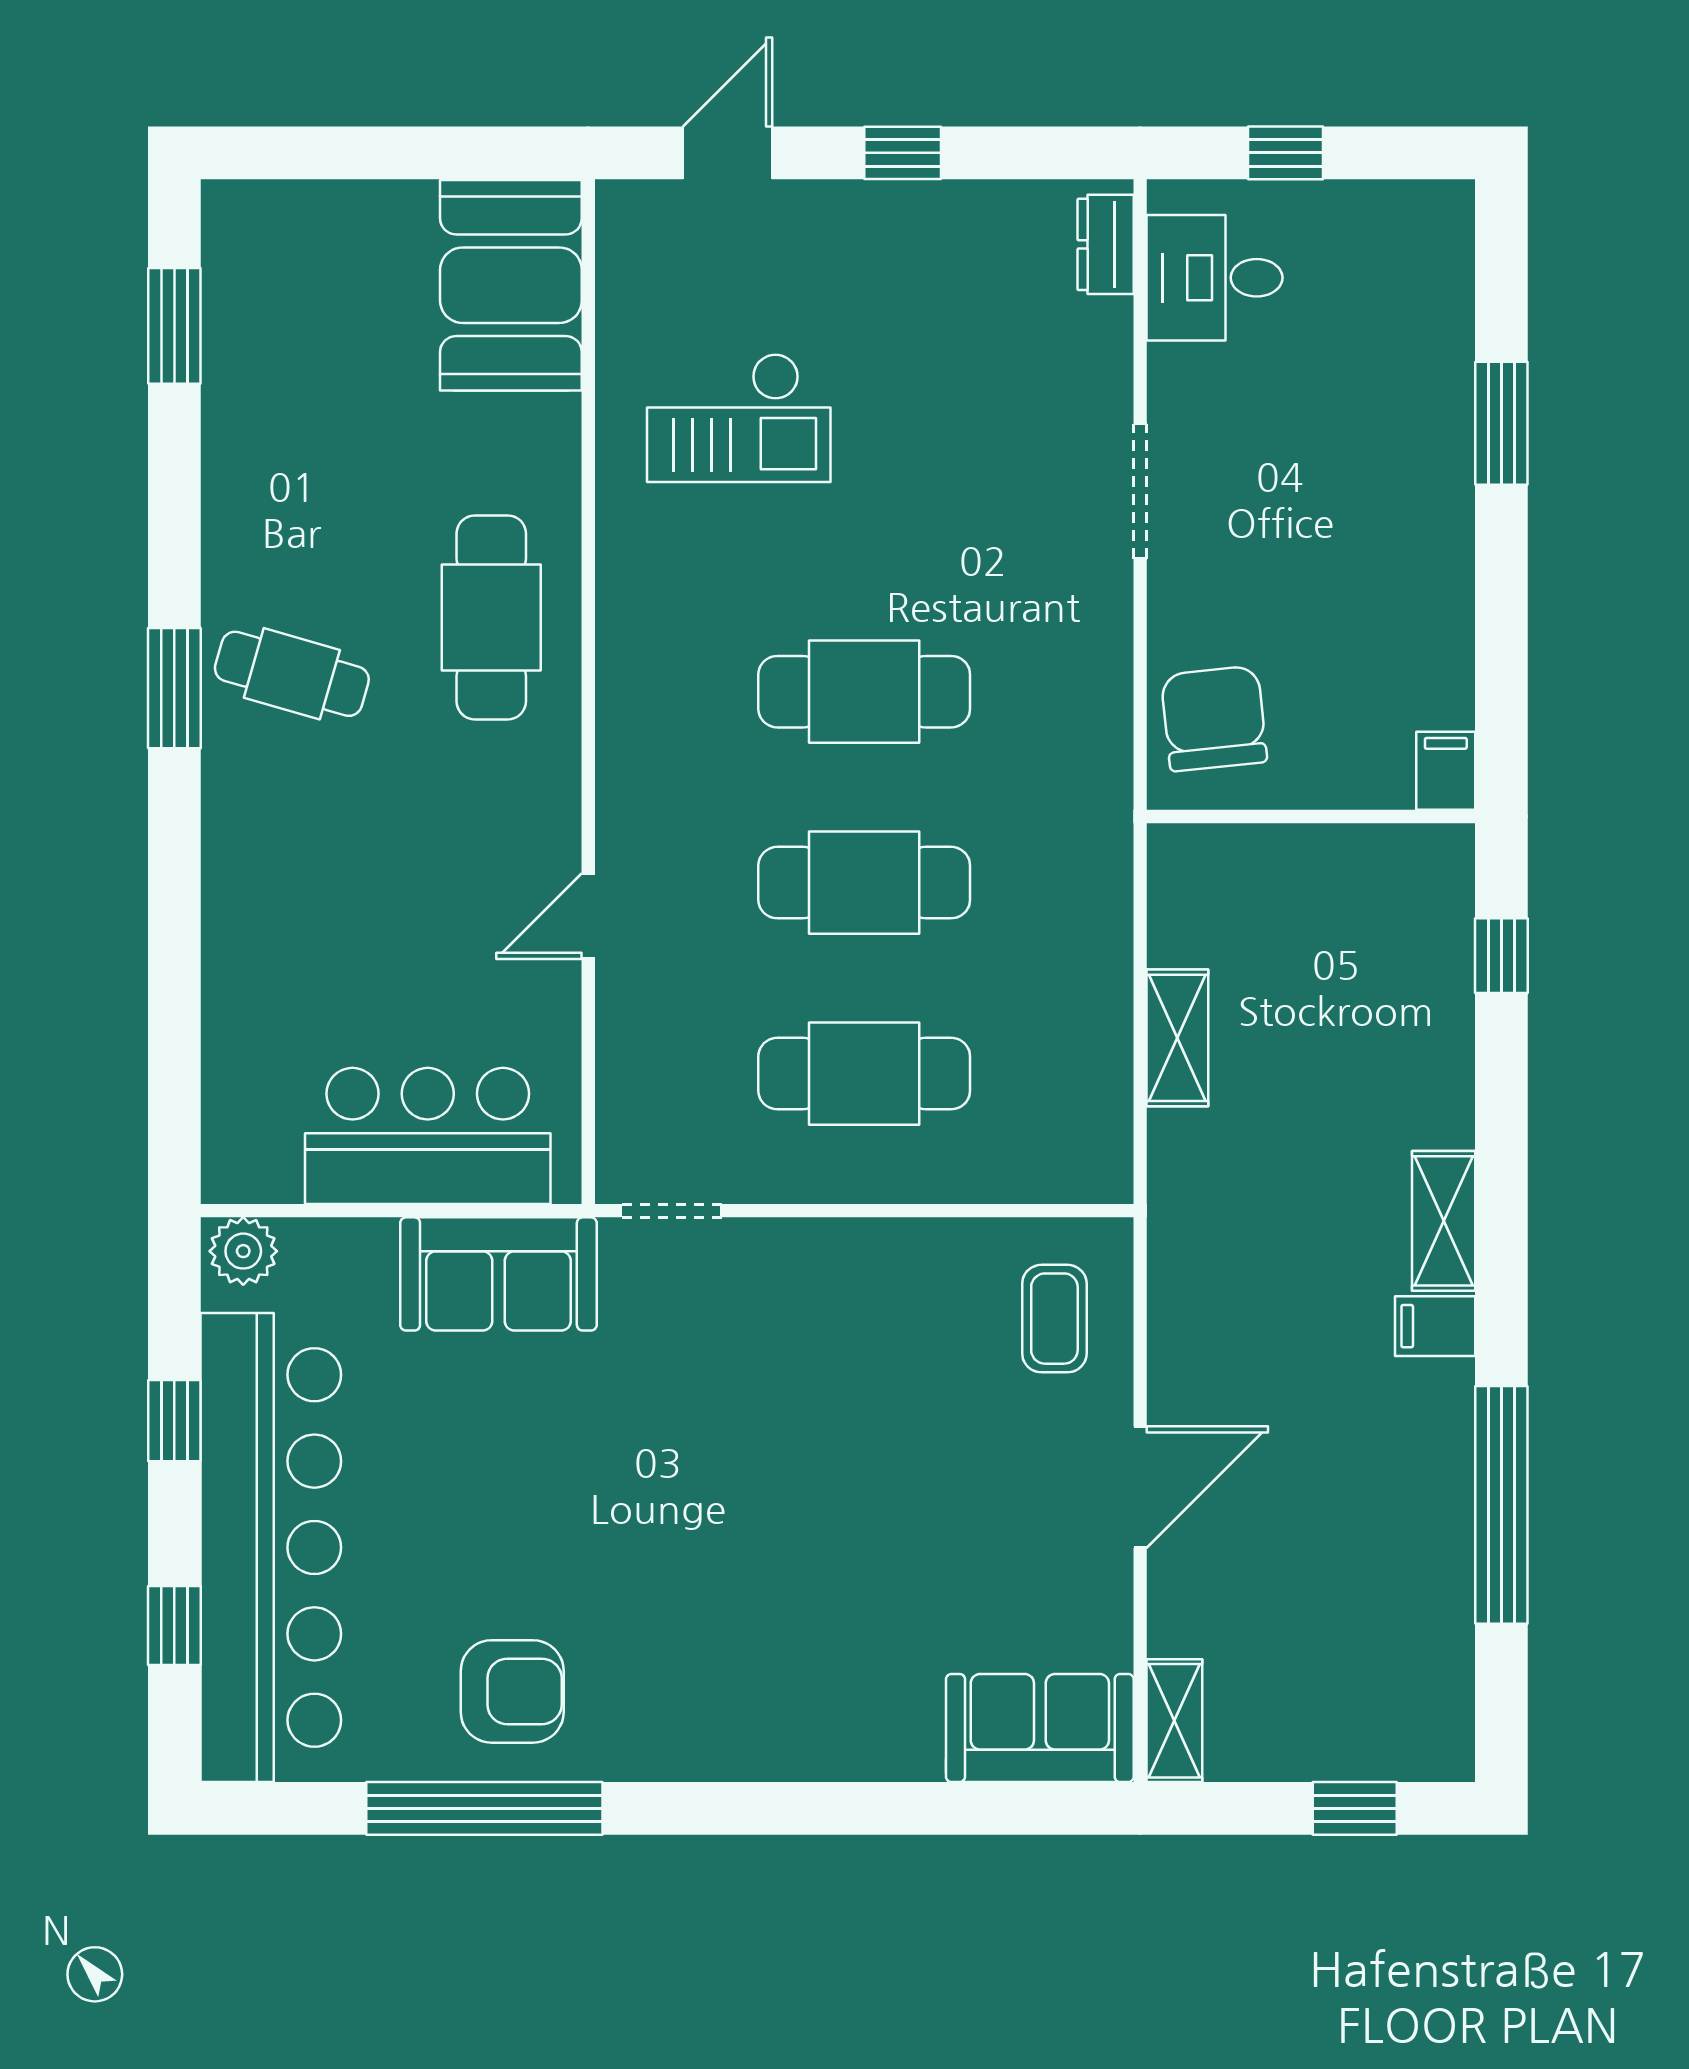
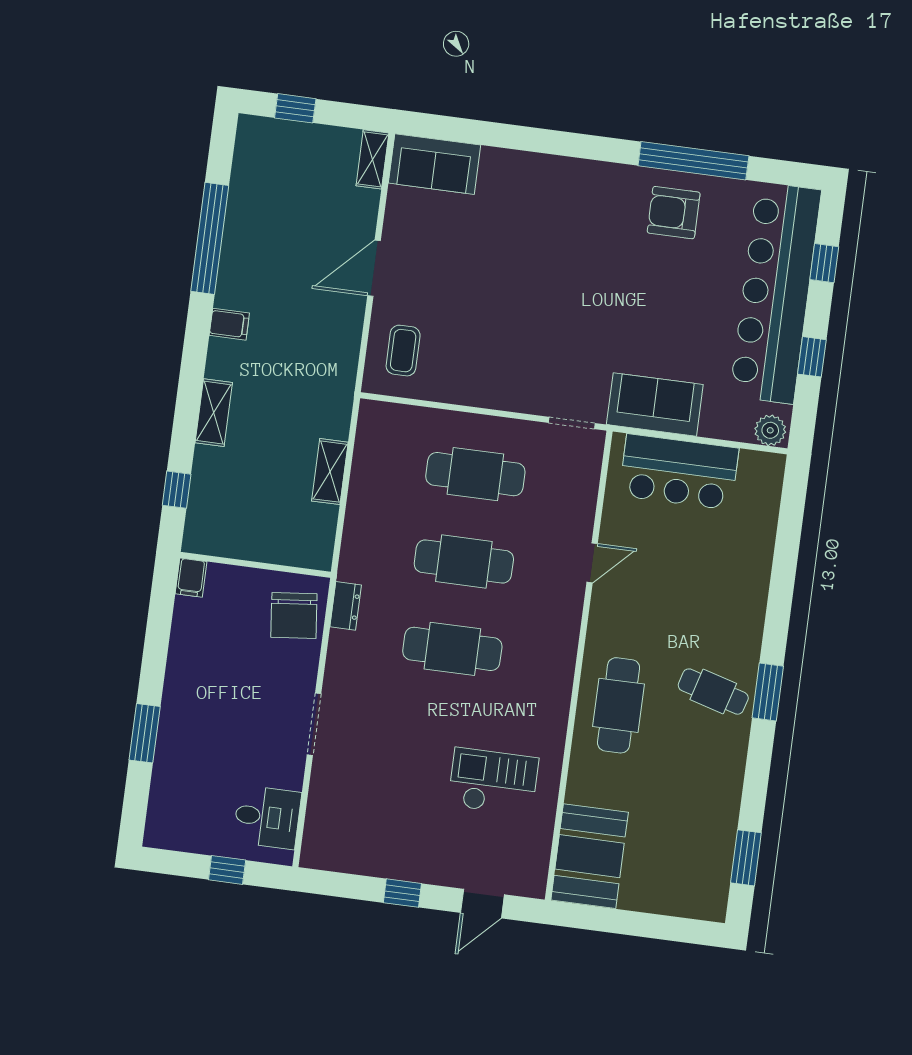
dresser: (1106, 244) -> (346, 606), moved
shelving: (1444, 1221) -> (214, 413), moved

